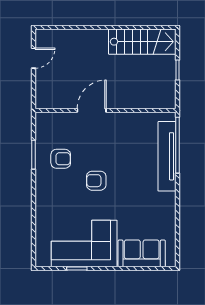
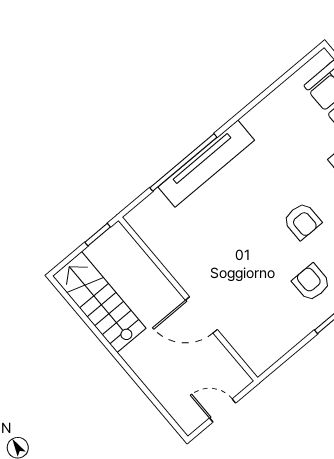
door: (92, 110) -> (201, 315), moved
wall: (106, 110) -> (188, 299), moved

